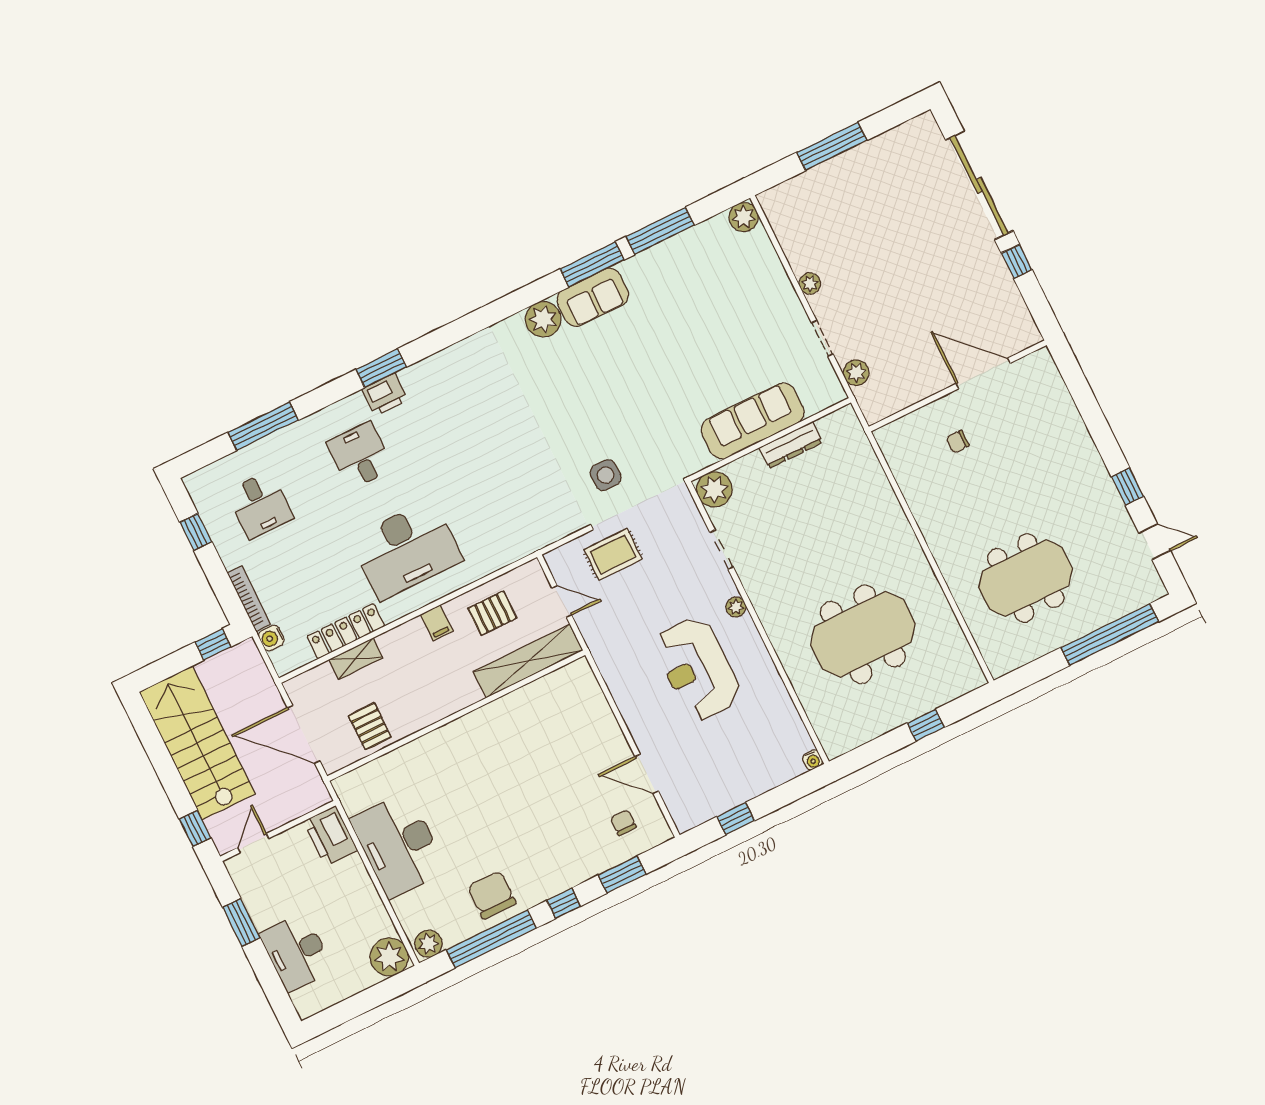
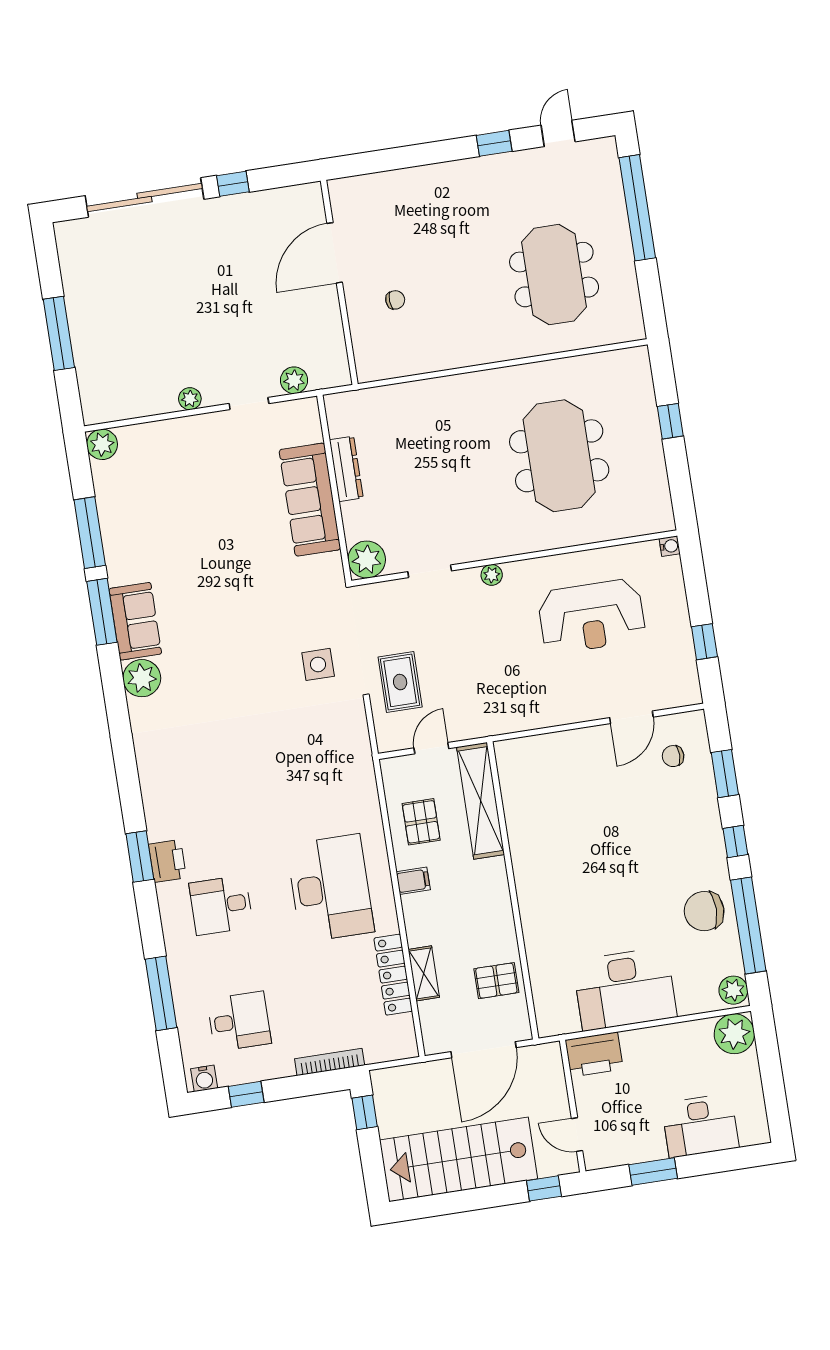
chair: (958, 442) -> (395, 300), turned -93
water cooler: (271, 638) -> (204, 1078), moved
reception desk: (697, 669) -> (592, 616), moved

